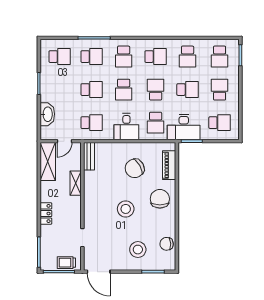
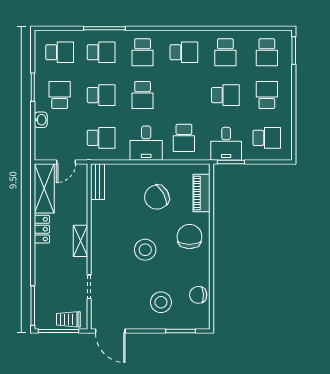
school desk: (156, 90) -> (60, 95), moved
washbasin: (47, 114) -> (41, 120), width x0.52, depth x0.69
desk: (184, 127) -> (226, 144), width x0.73
shelving: (76, 183) -> (80, 241), moved
locker: (46, 214) -> (42, 229), moved

